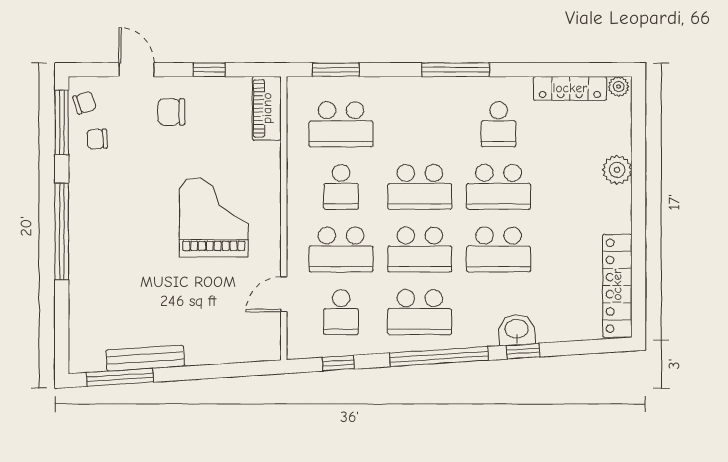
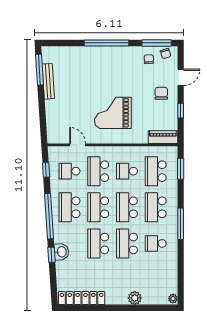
locker: (570, 88) -> (172, 276), removed
school desk: (420, 124) -> (156, 207), added
grand piano: (214, 217) -> (113, 113), turned 180

